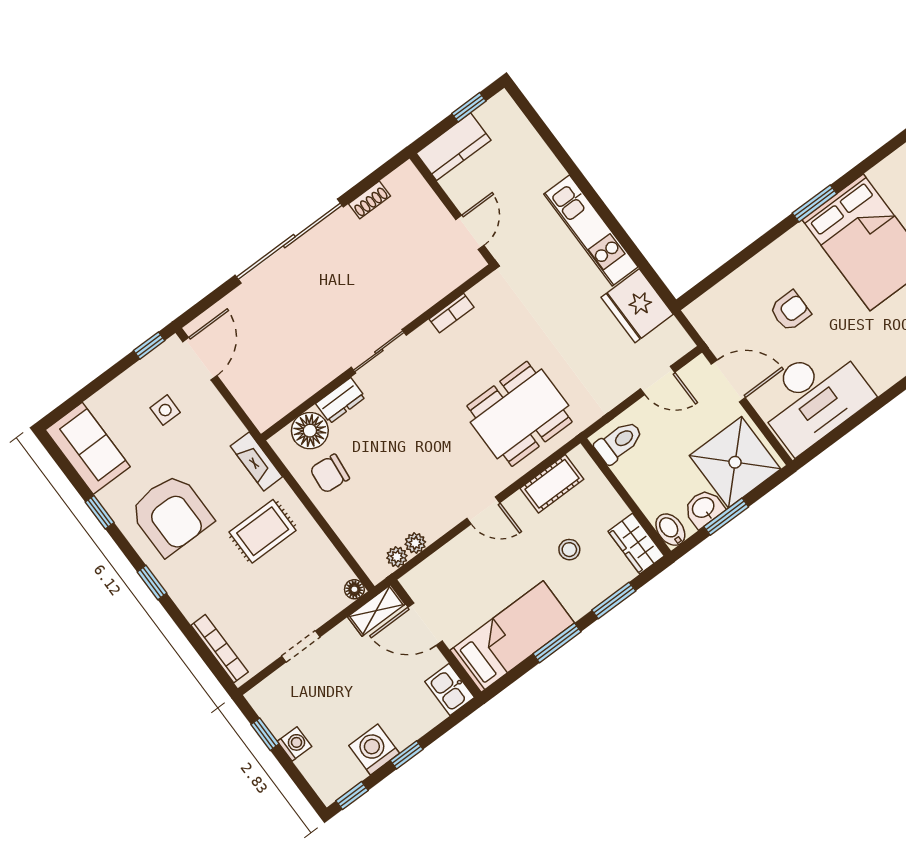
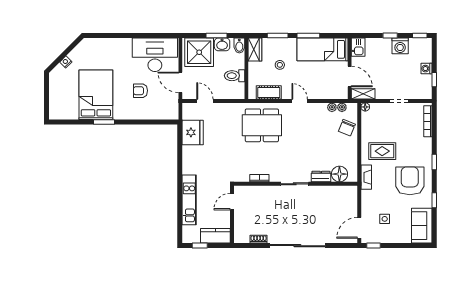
kitchen unit: (591, 231) -> (189, 200), moved
toilet: (619, 442) -> (235, 76), moved
chair: (330, 474) -> (347, 128), moved, turned 106

